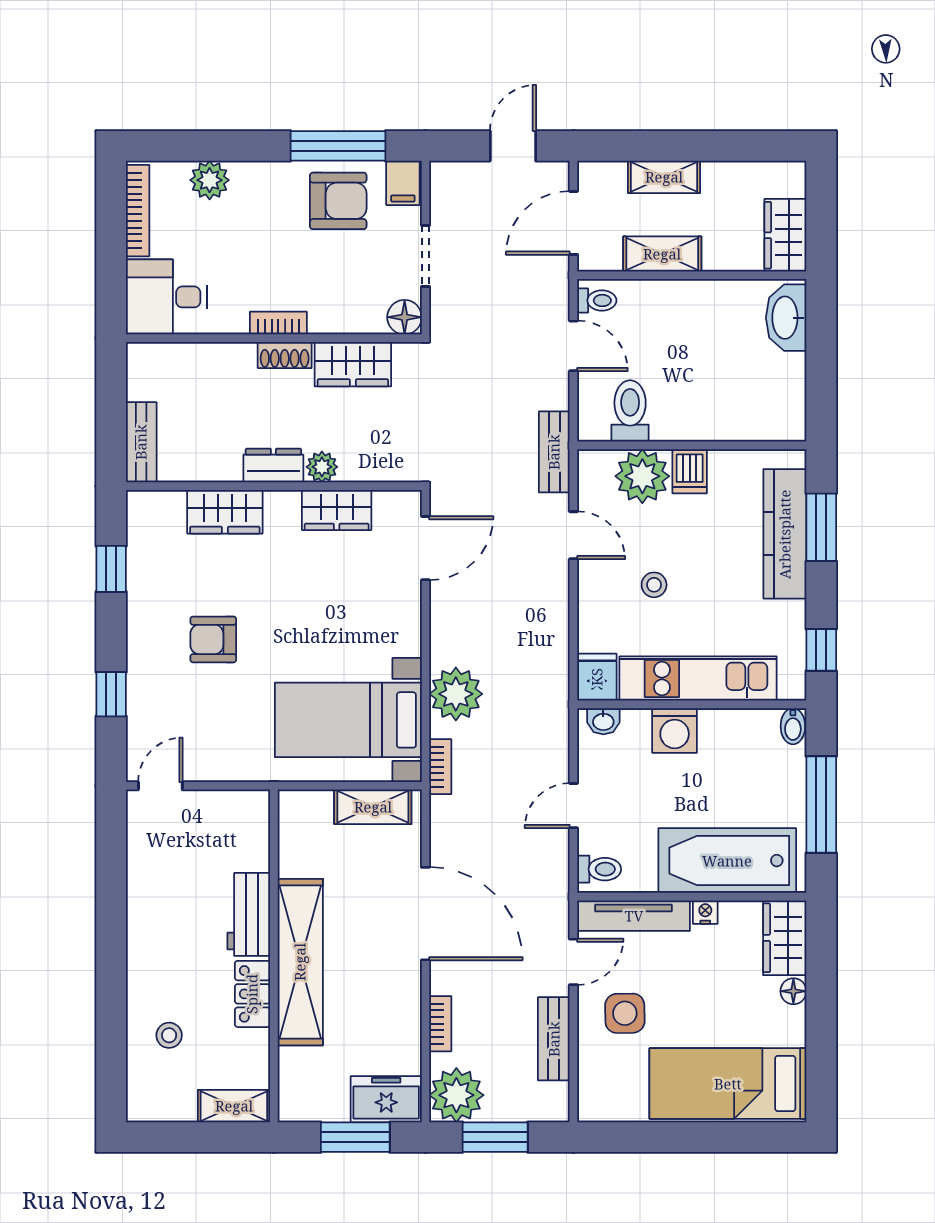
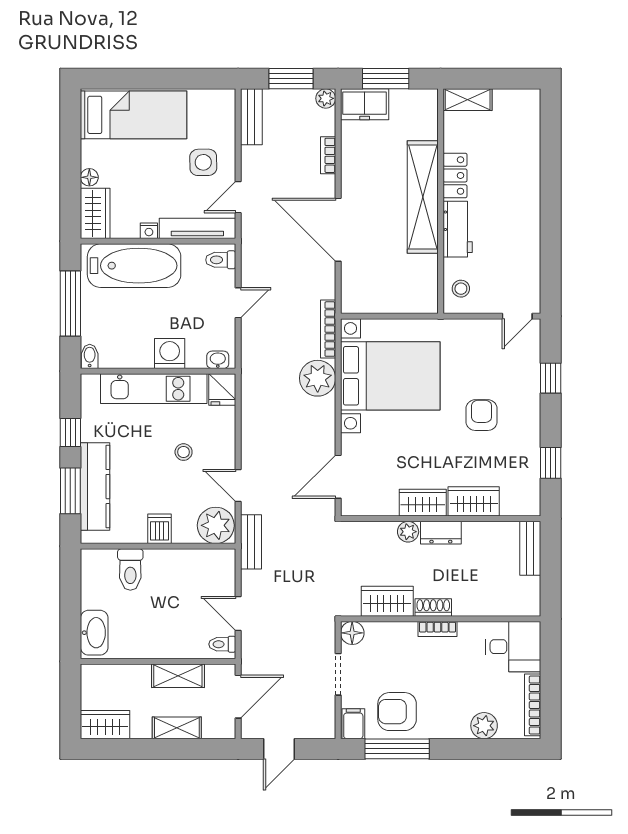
wardrobe: (785, 235) -> (105, 725), moved, turned -90
toilet: (630, 411) -> (130, 570), moved
plant: (642, 476) -> (216, 525), moved
wardrobe: (337, 510) -> (423, 503), moved
armchair: (213, 639) -> (482, 415), turned -90
window: (821, 650) -> (70, 433), moved
bed with nightstands: (348, 720) -> (390, 376), width x1.36
bookcase: (440, 767) -> (328, 329), width x1.56
shelving: (373, 807) -> (374, 302), removed
stool: (169, 1035) -> (461, 289), moved
bench: (554, 1039) -> (251, 117), moved
plant: (456, 1095) -> (326, 98), width x0.53, depth x0.53

